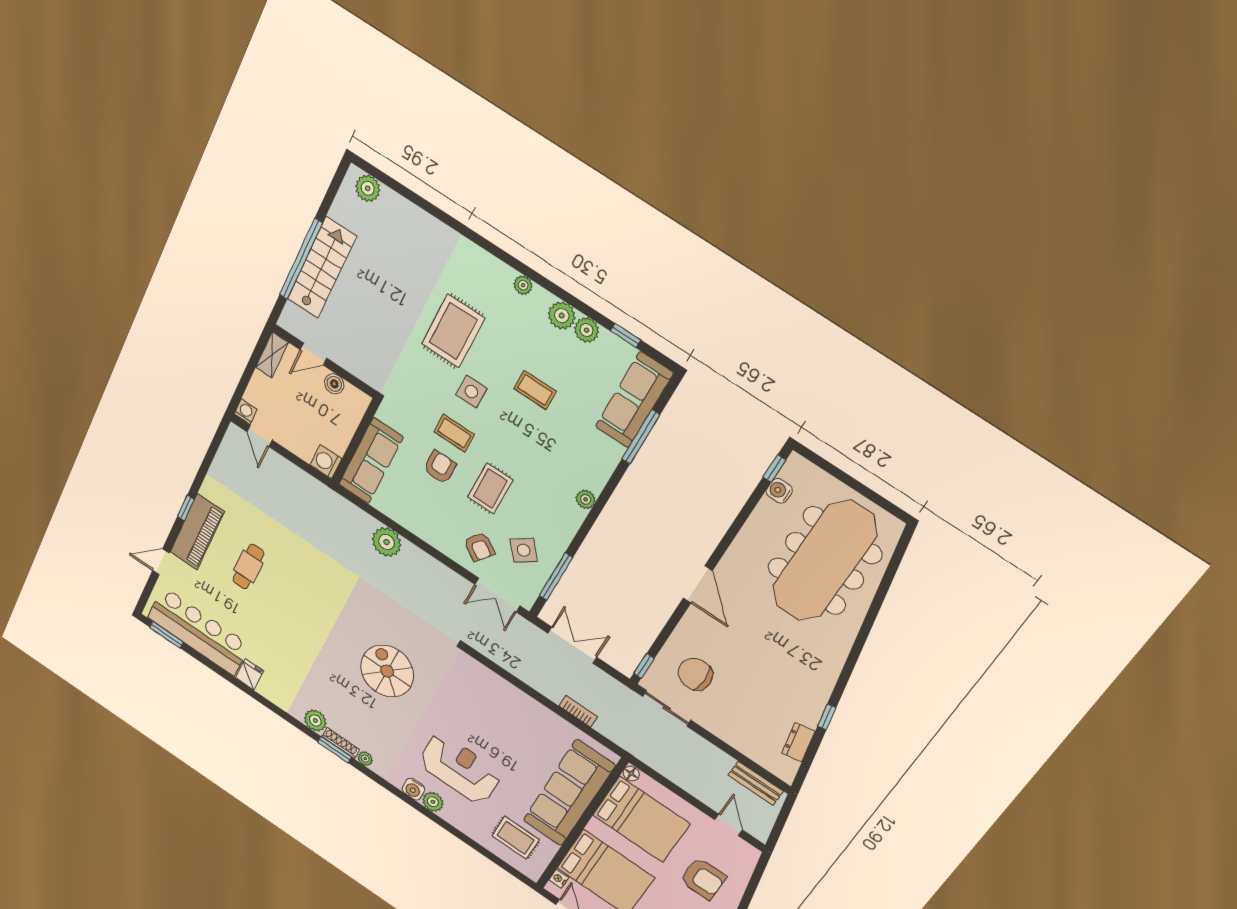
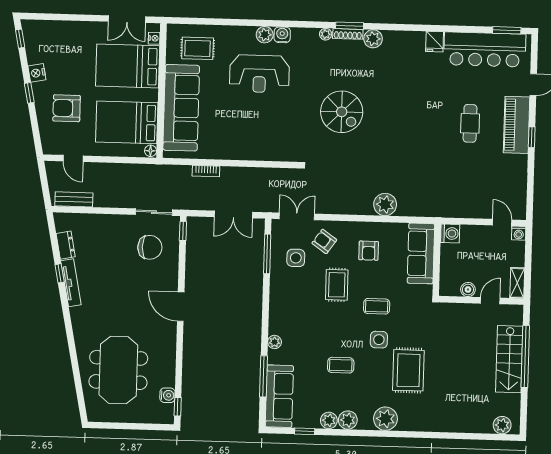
plant: (523, 285) -> (385, 419), width x1.87, depth x1.87
armchair: (440, 467) -> (369, 251), moved
plant: (586, 499) -> (275, 342), moved
side table: (524, 550) -> (296, 258), turned 38
meeting table: (824, 561) -> (118, 370), width x0.73
tv unit: (819, 698) -> (71, 283), added

